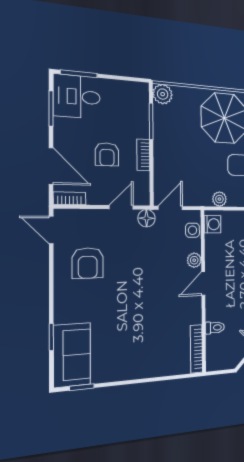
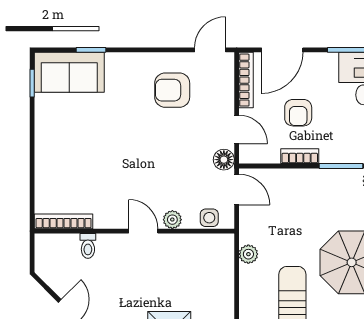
armchair: (107, 154) -> (298, 113), turned -90
bookcase: (70, 198) -> (246, 80), width x1.56
washing machine: (213, 224) -> (217, 244), removed

